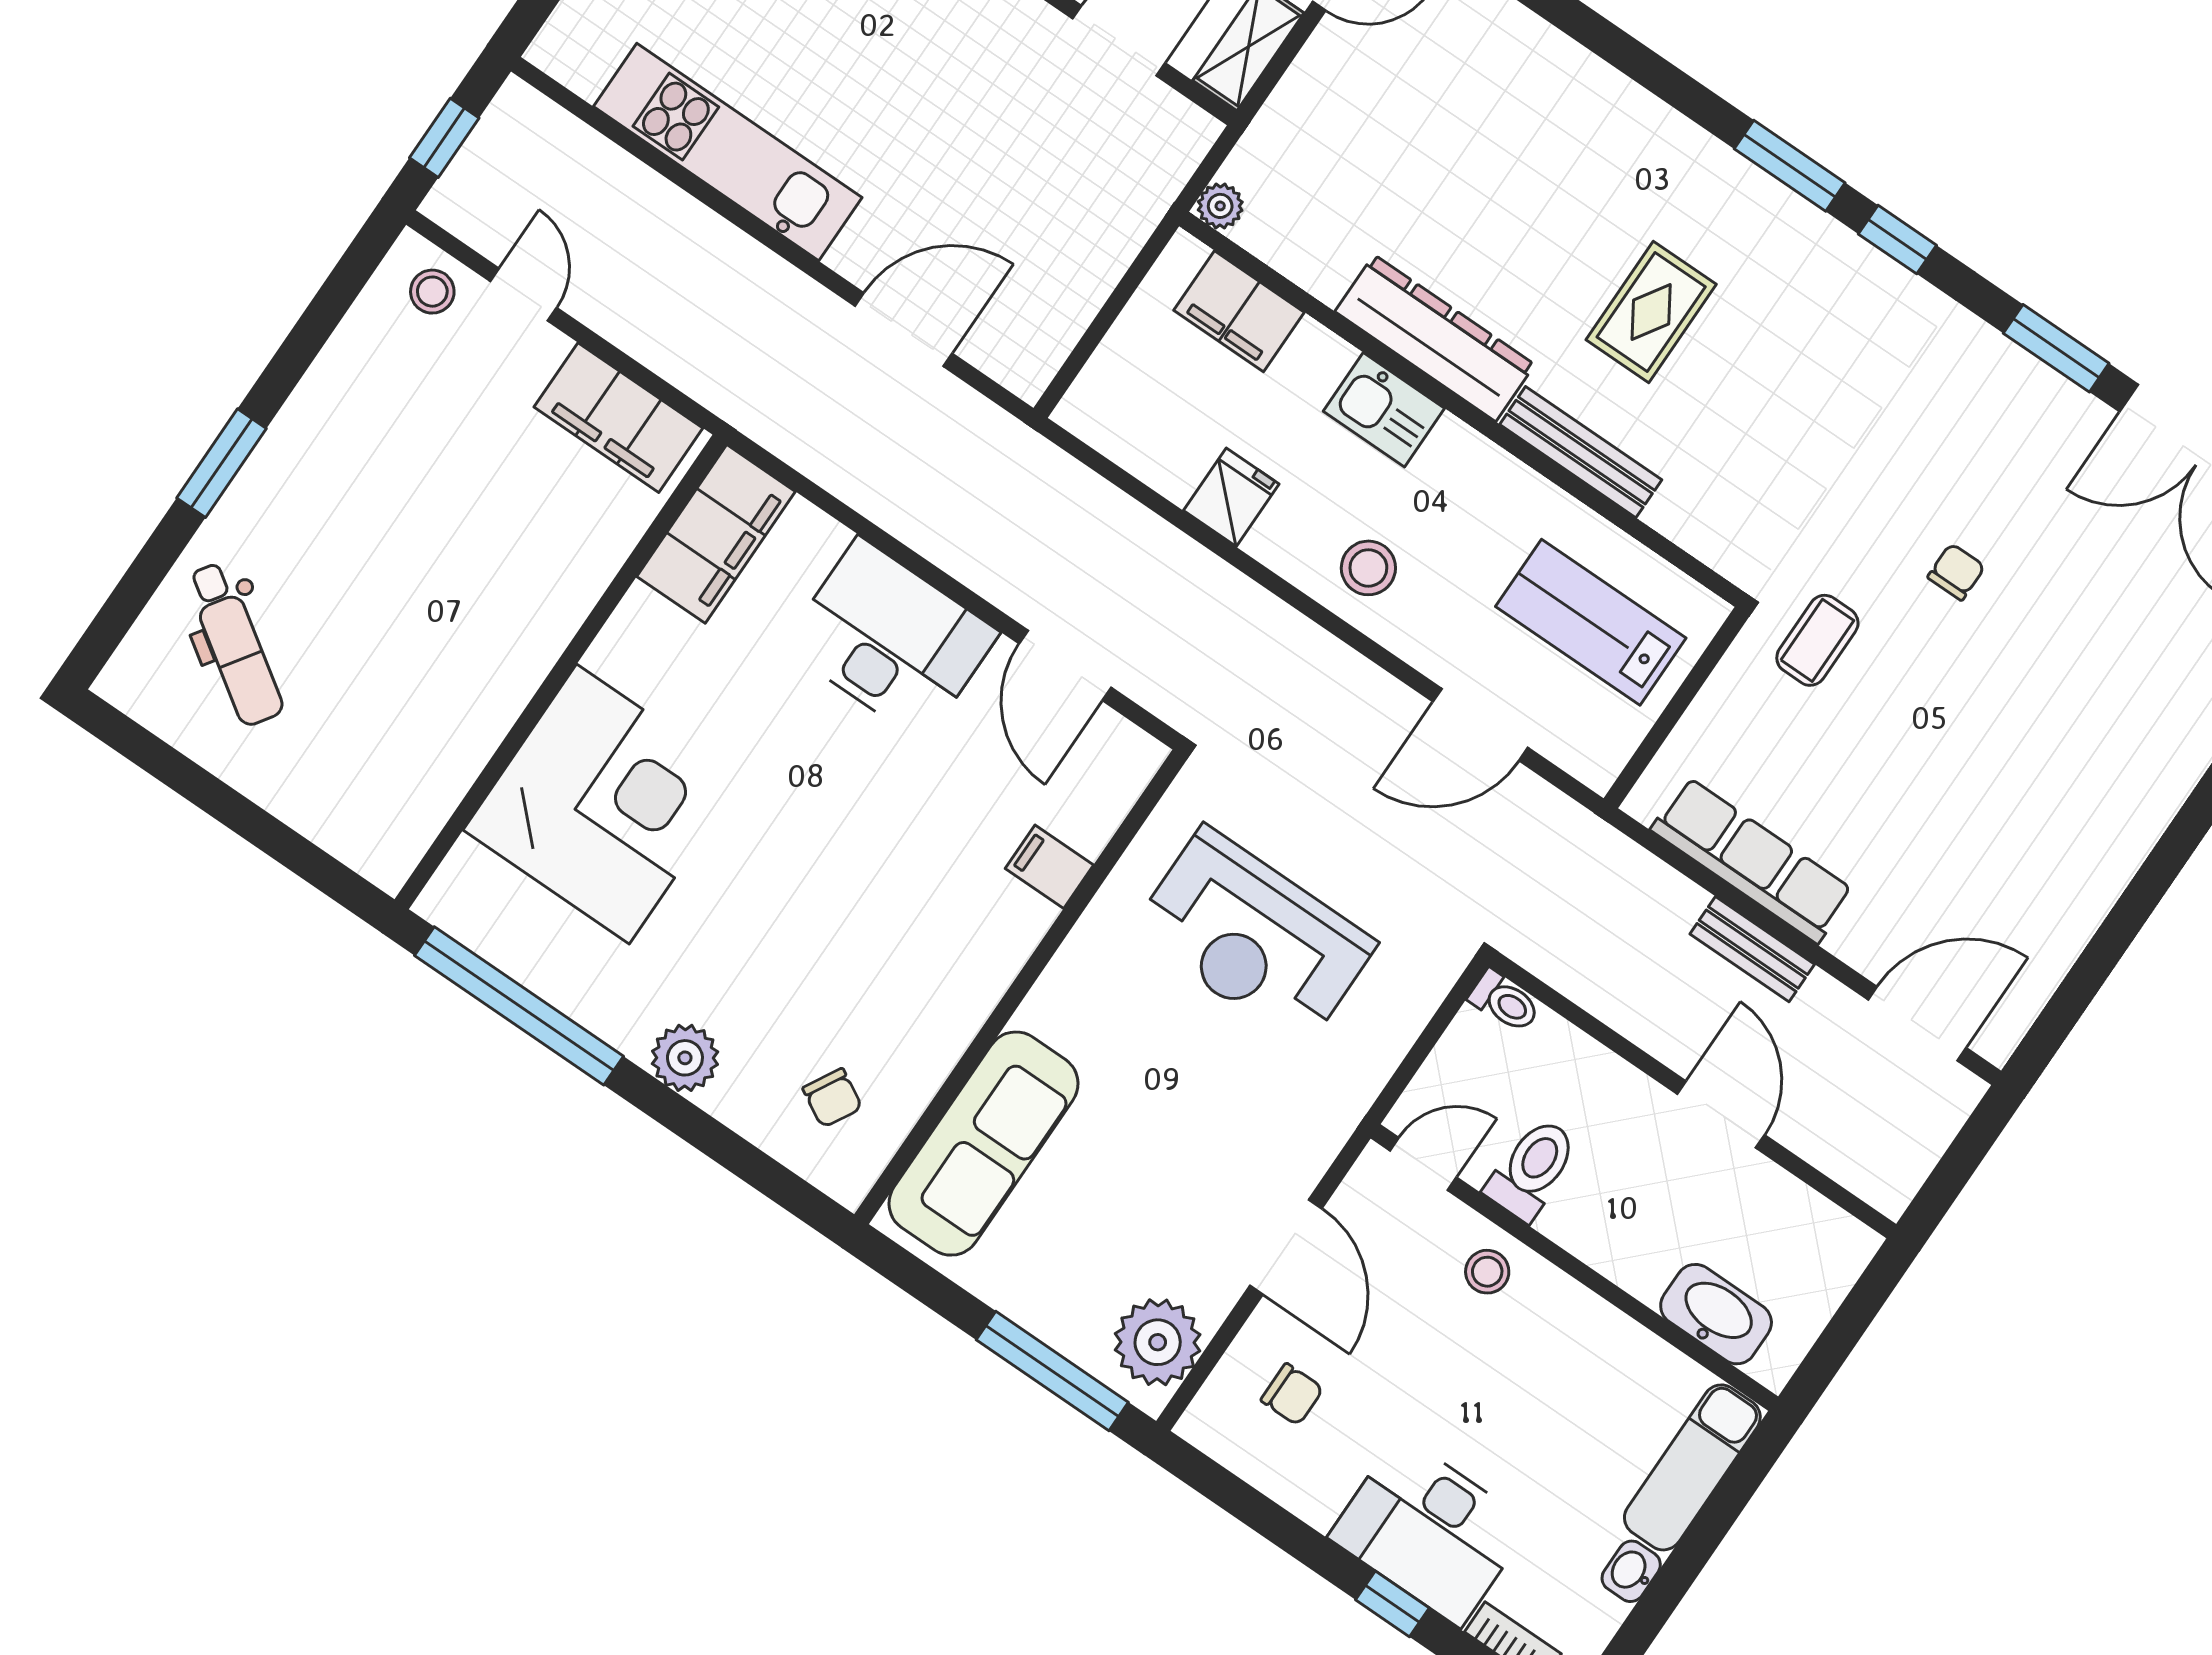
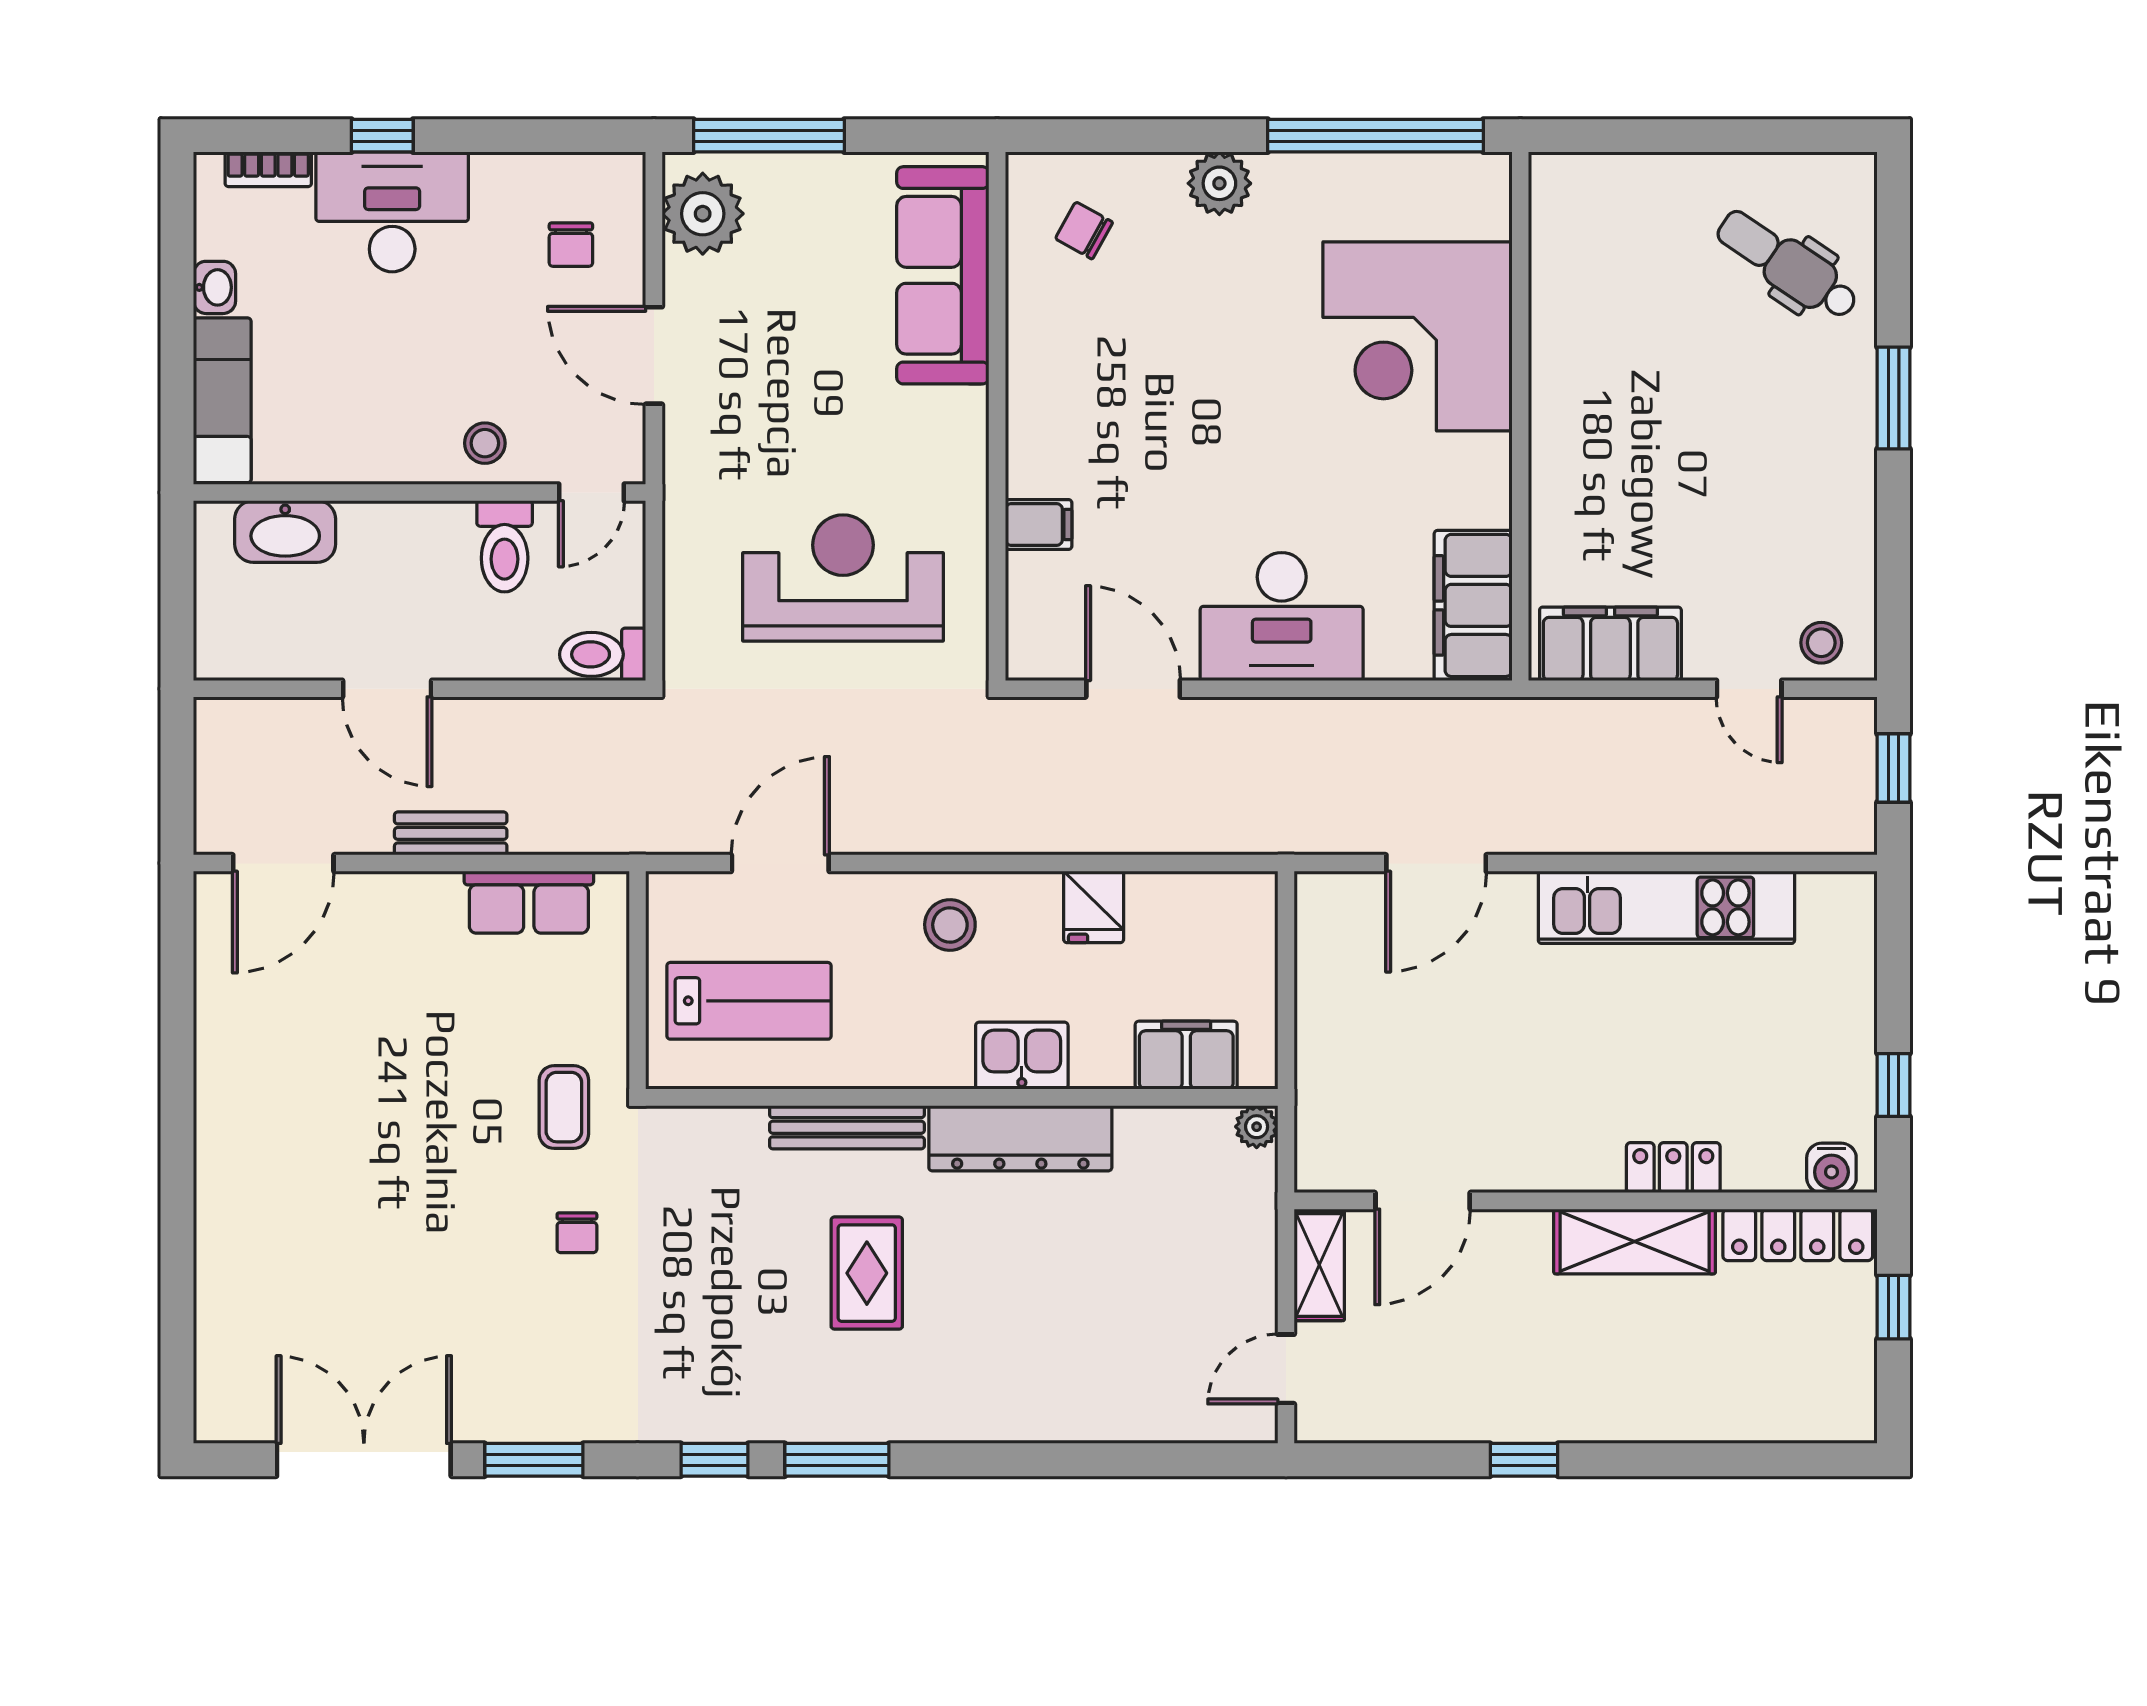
chair: (1956, 572) -> (577, 1233), moved
row of seats: (1752, 860) -> (529, 902), width x0.68
toilet: (1505, 1002) -> (603, 654), width x1.37, depth x1.39
chair: (1292, 1394) -> (571, 245), turned -90

